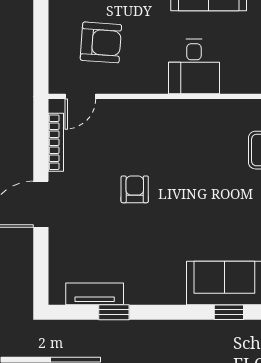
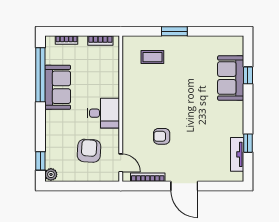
desk: (194, 67) -> (103, 113), moved
armchair: (135, 189) -> (162, 136), moved

